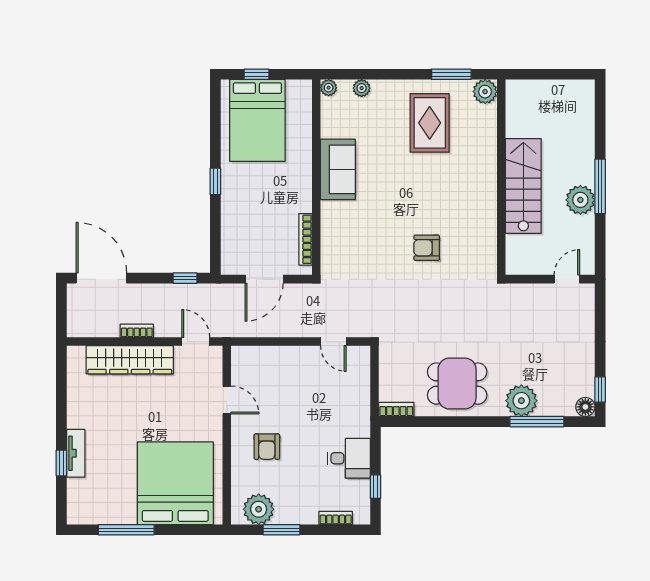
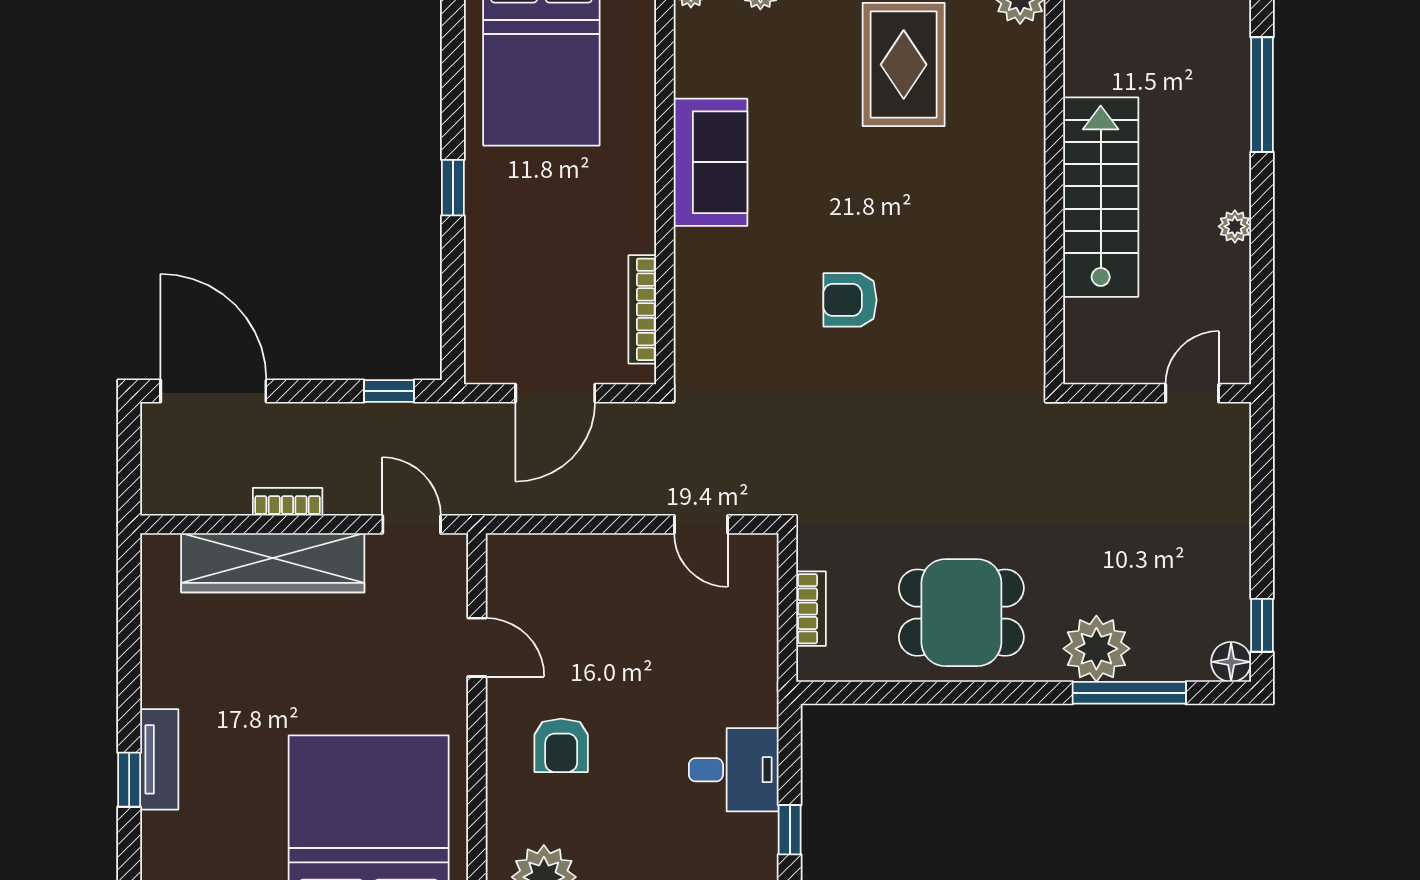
window: (600, 186) -> (1262, 95), moved
plant: (580, 200) -> (1235, 226), width x0.53, depth x0.53
armchair: (427, 248) -> (850, 300), moved
bookcase: (396, 409) -> (811, 609), moved, turned 90

